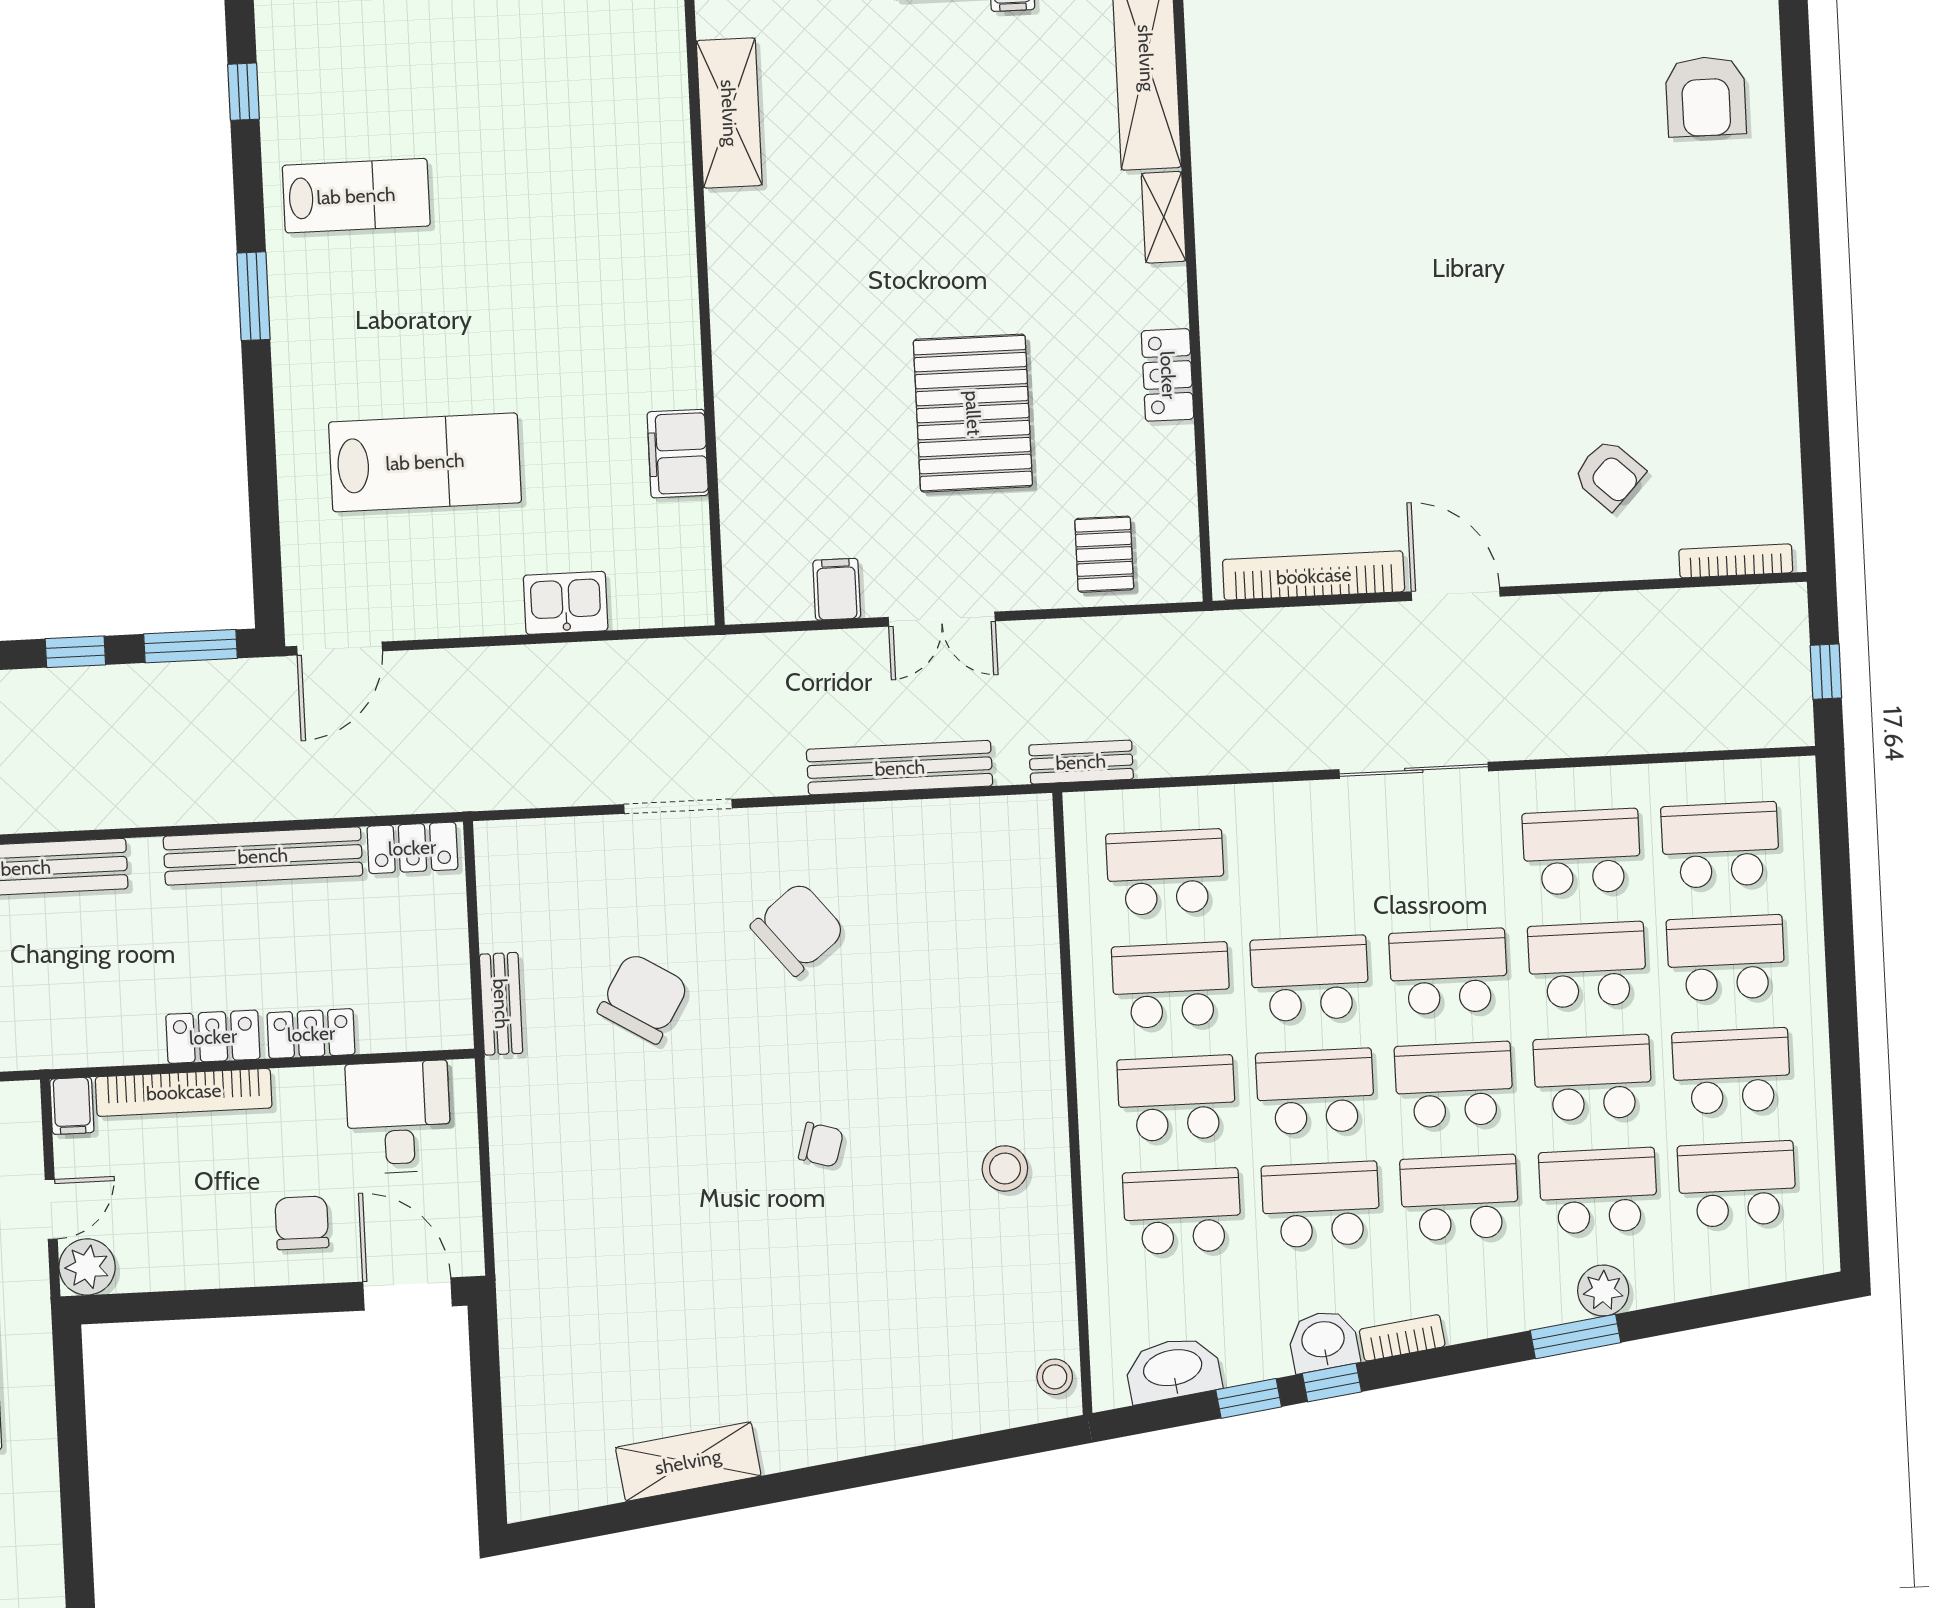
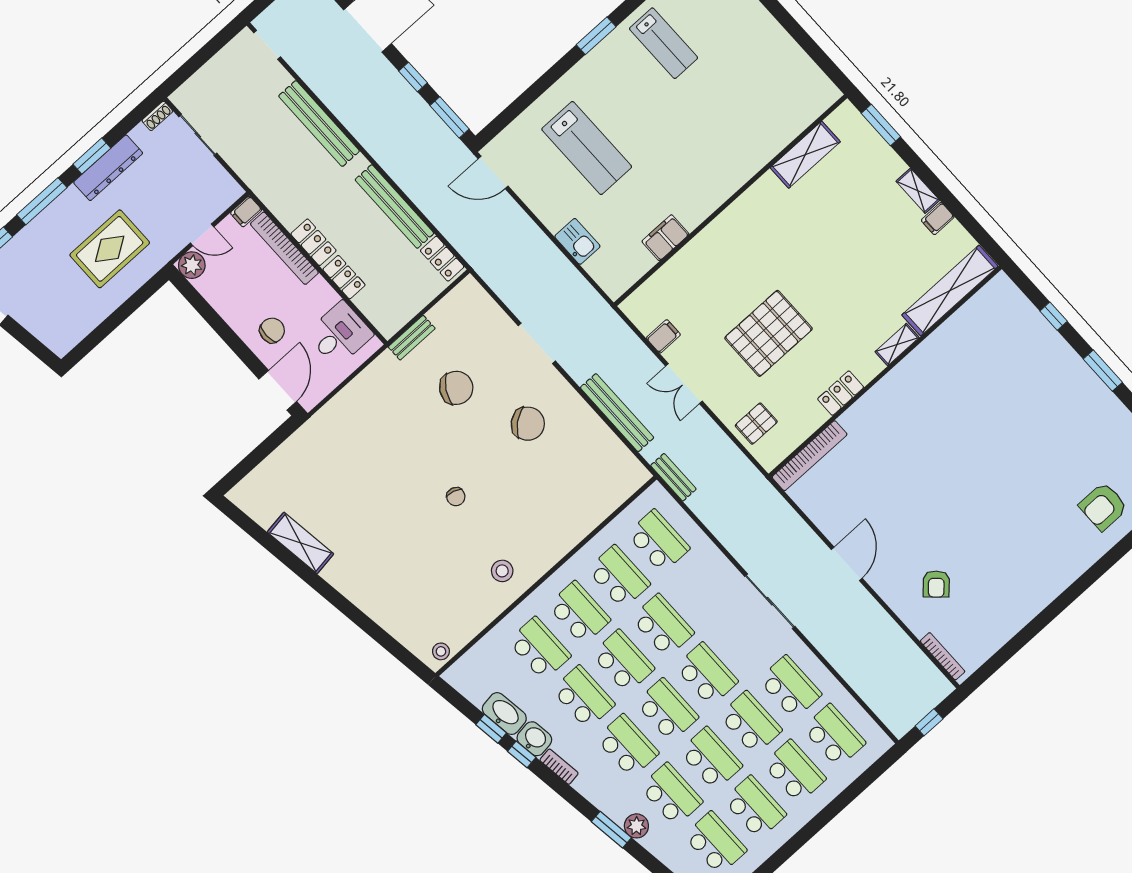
bookcase: (1314, 576) -> (810, 456), moved, turned 90
washbasin: (1173, 1369) -> (504, 714), moved

